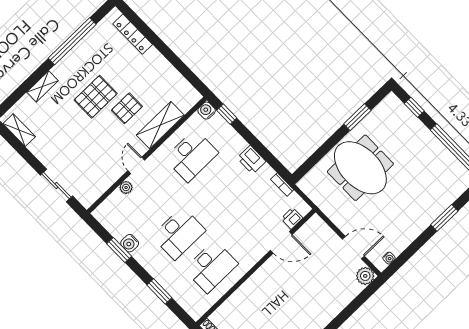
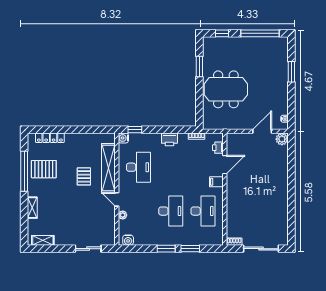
pallet: (96, 97) -> (44, 169), moved, turned 90
shelving: (160, 125) -> (108, 168), width x1.47
water cooler: (130, 243) -> (128, 240), moved
window: (119, 250) -> (166, 249), moved
filing cabinet: (255, 251) -> (216, 182), added

